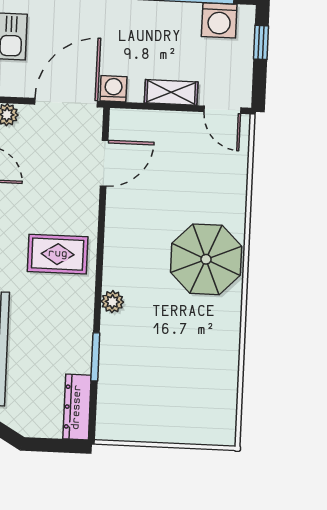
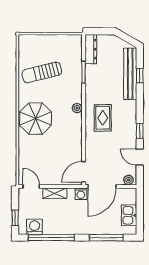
door: (104, 163) -> (84, 172), moved
rug: (58, 254) -> (103, 118), turned 90
plant: (112, 302) -> (77, 108), moved
sun lounger: (188, 360) -> (42, 72), added

